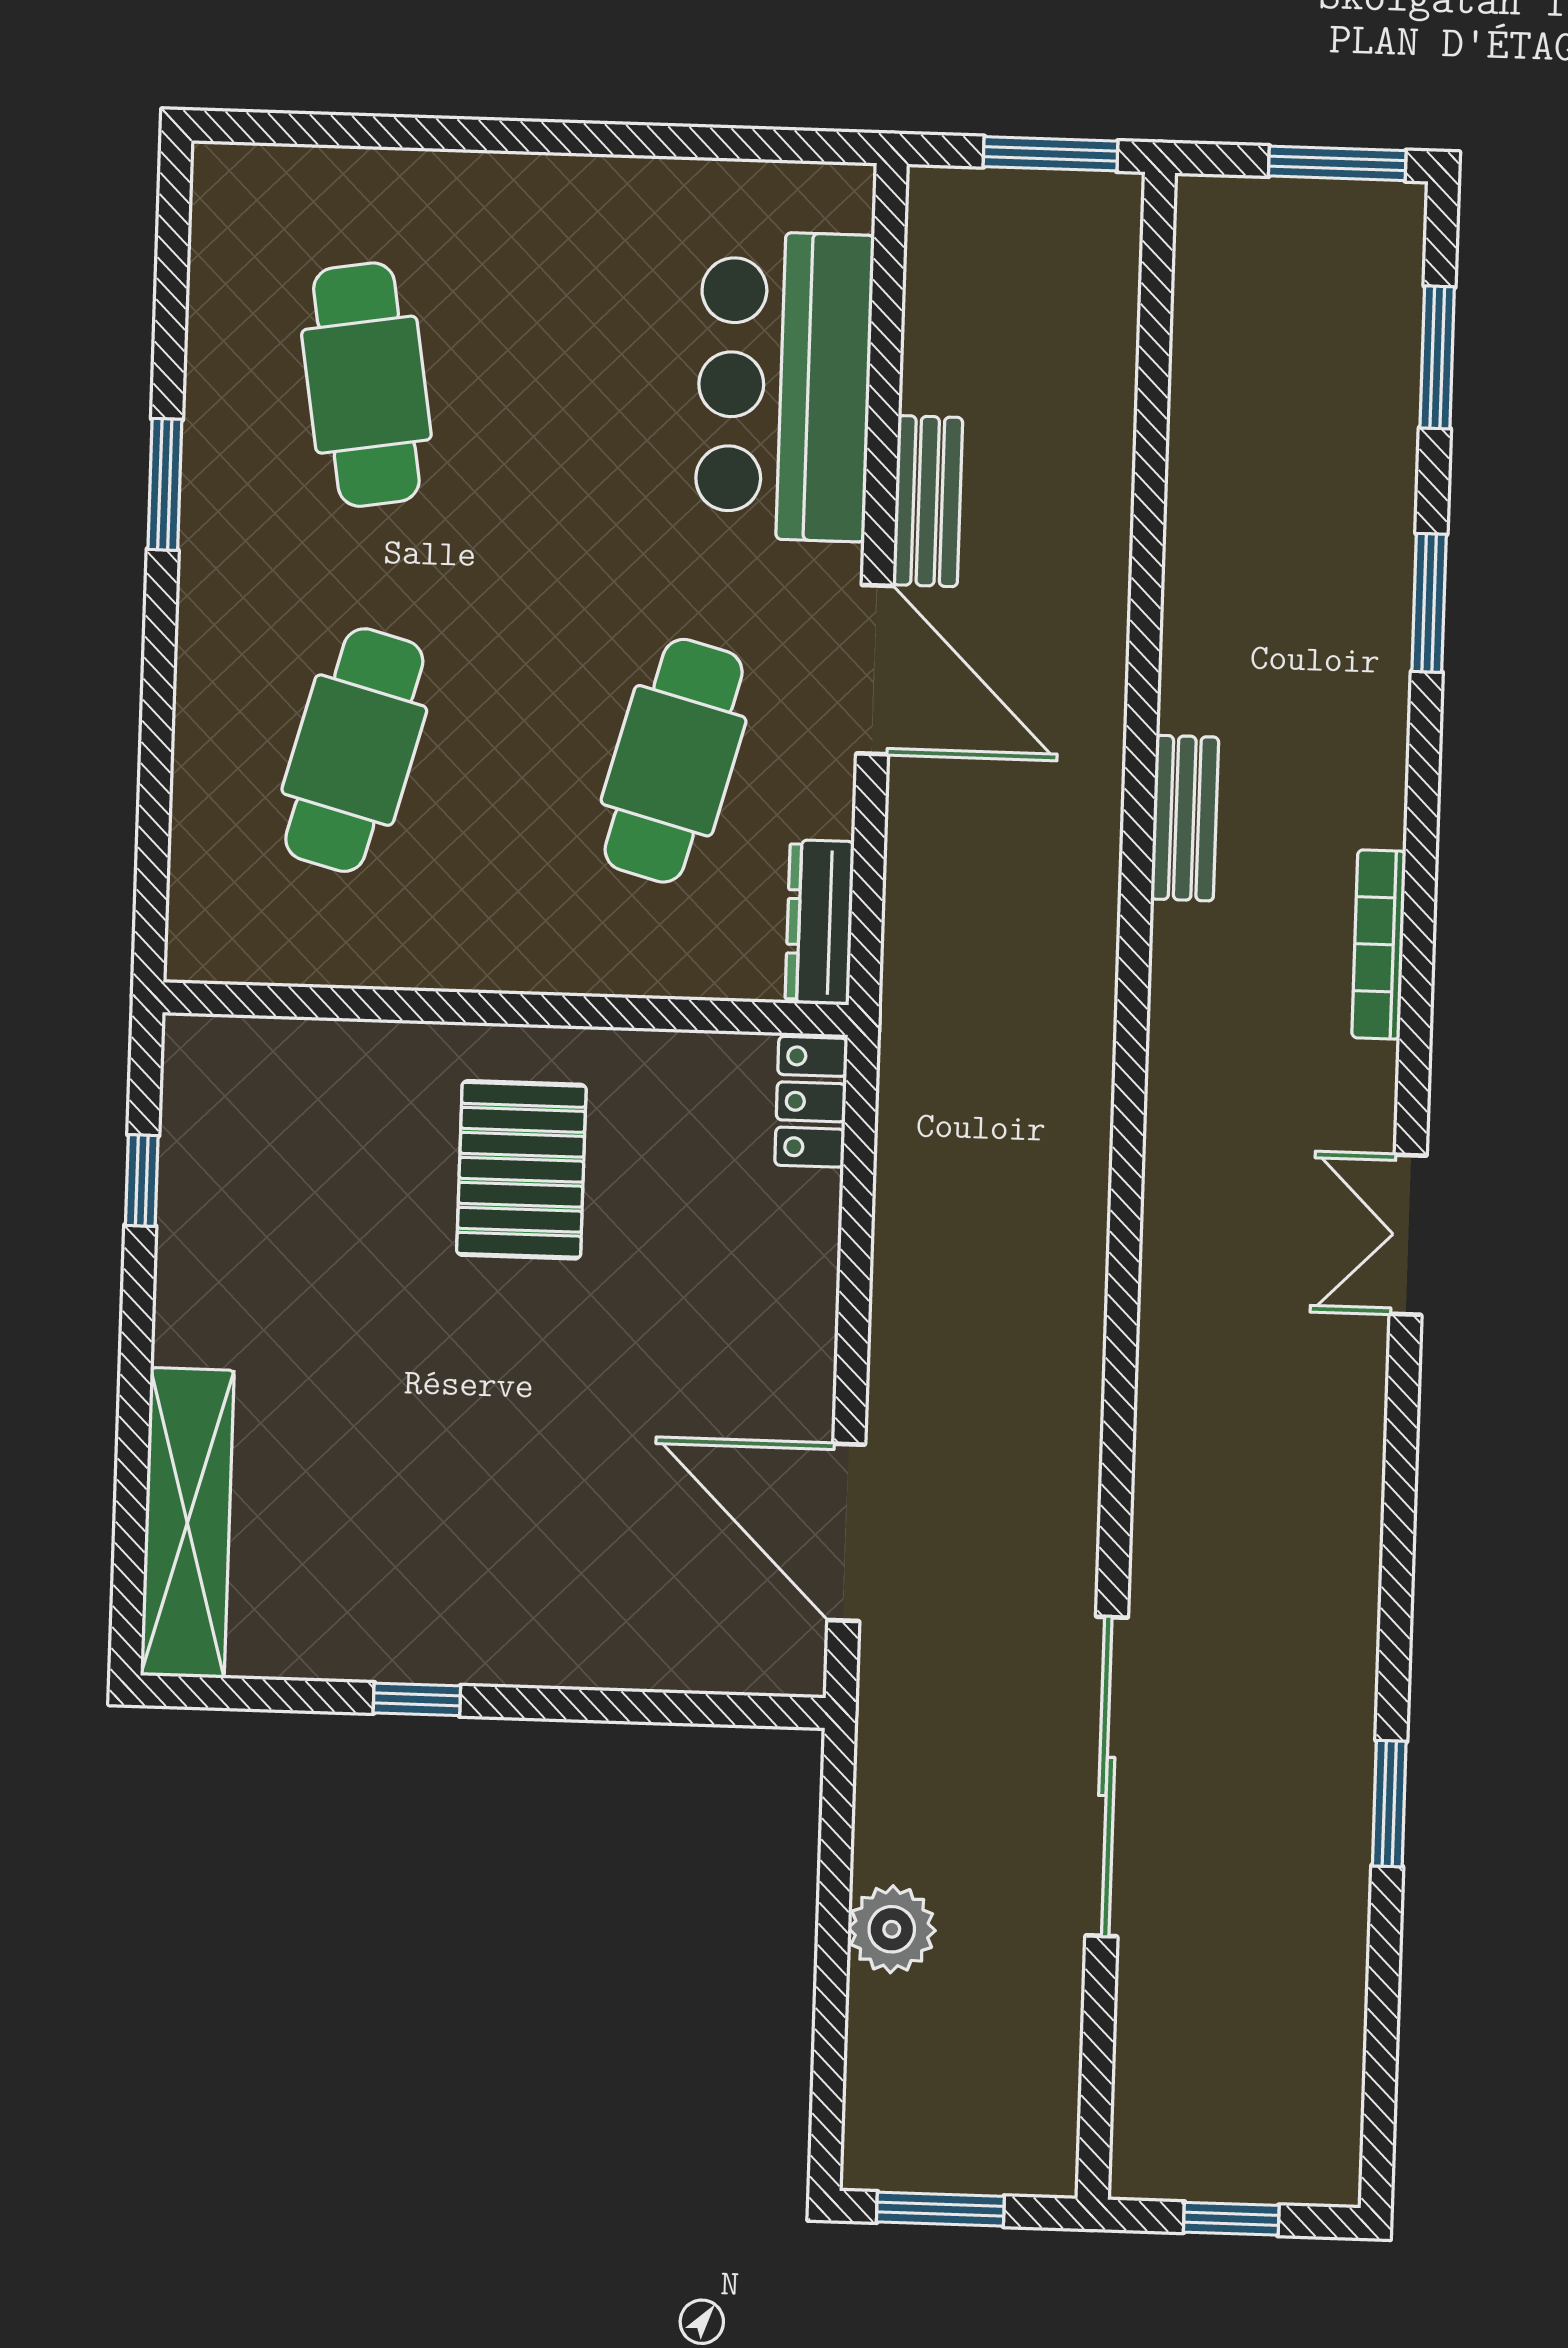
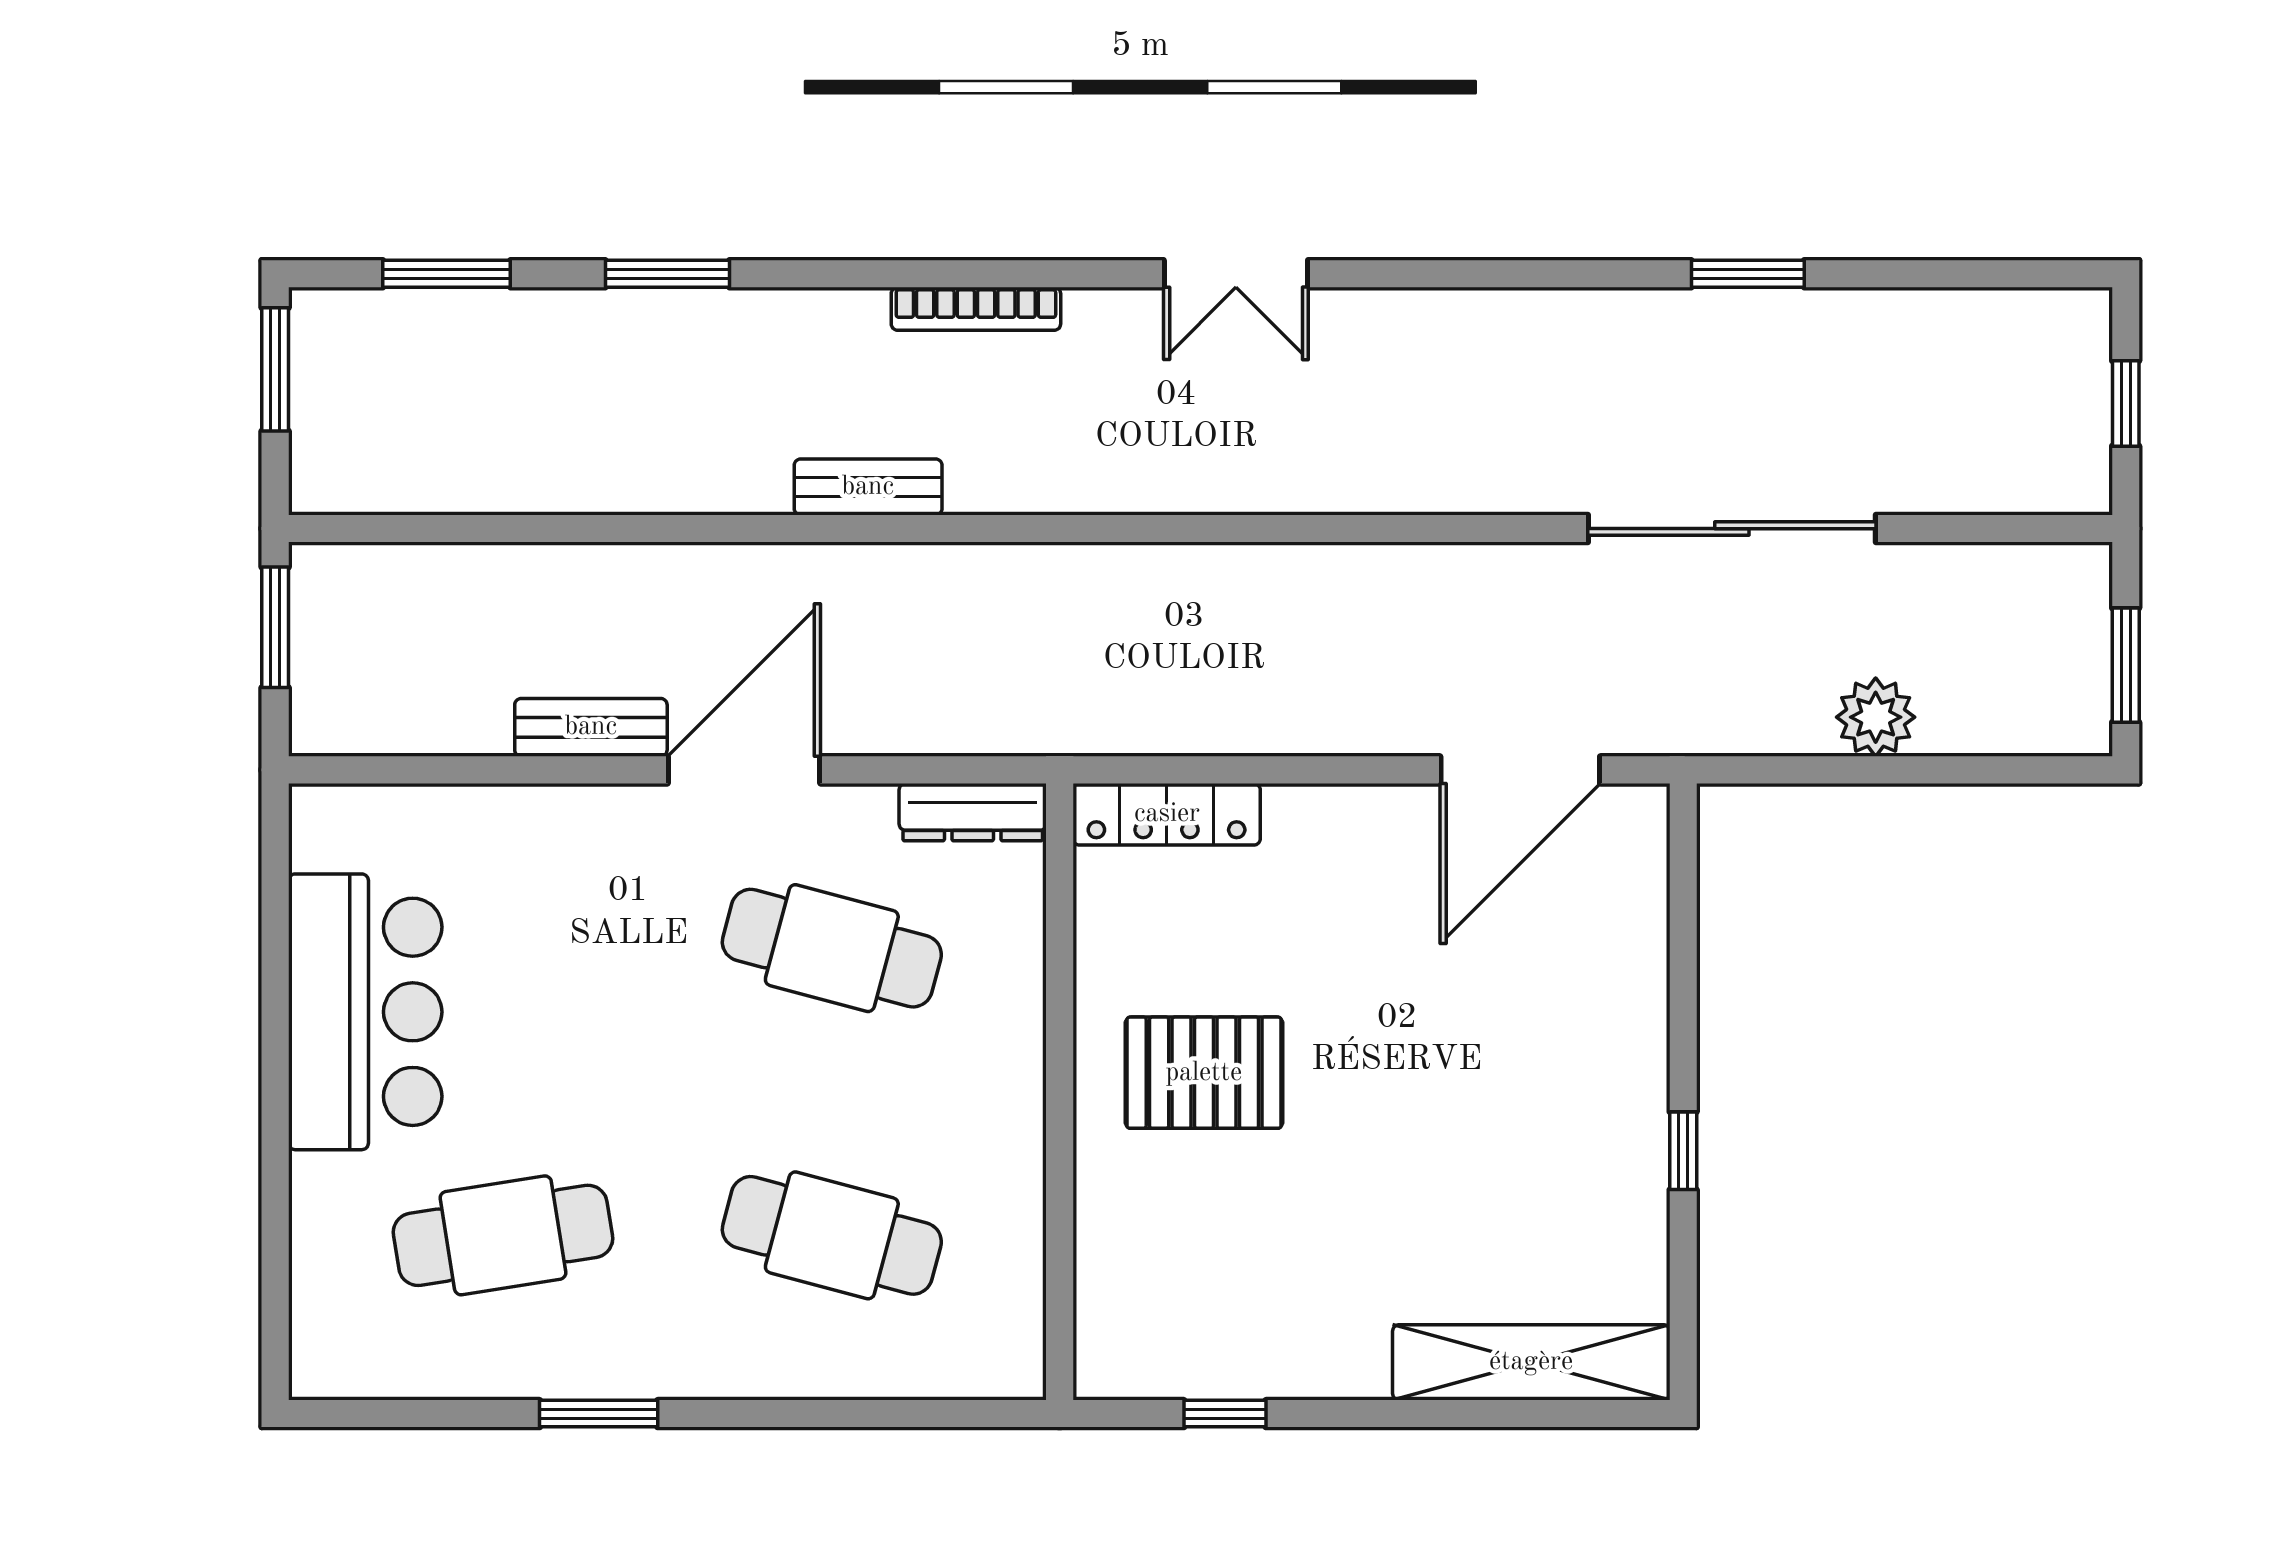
bar counter: (784, 386) -> (365, 1012), moved, turned -90
locker: (811, 1102) -> (1167, 814), width x1.53

